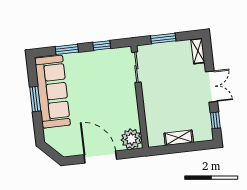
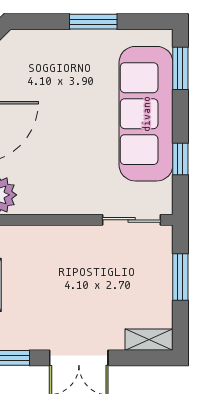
window: (67, 49) -> (180, 68), moved
sofa: (52, 92) -> (146, 114), moved, turned 90

